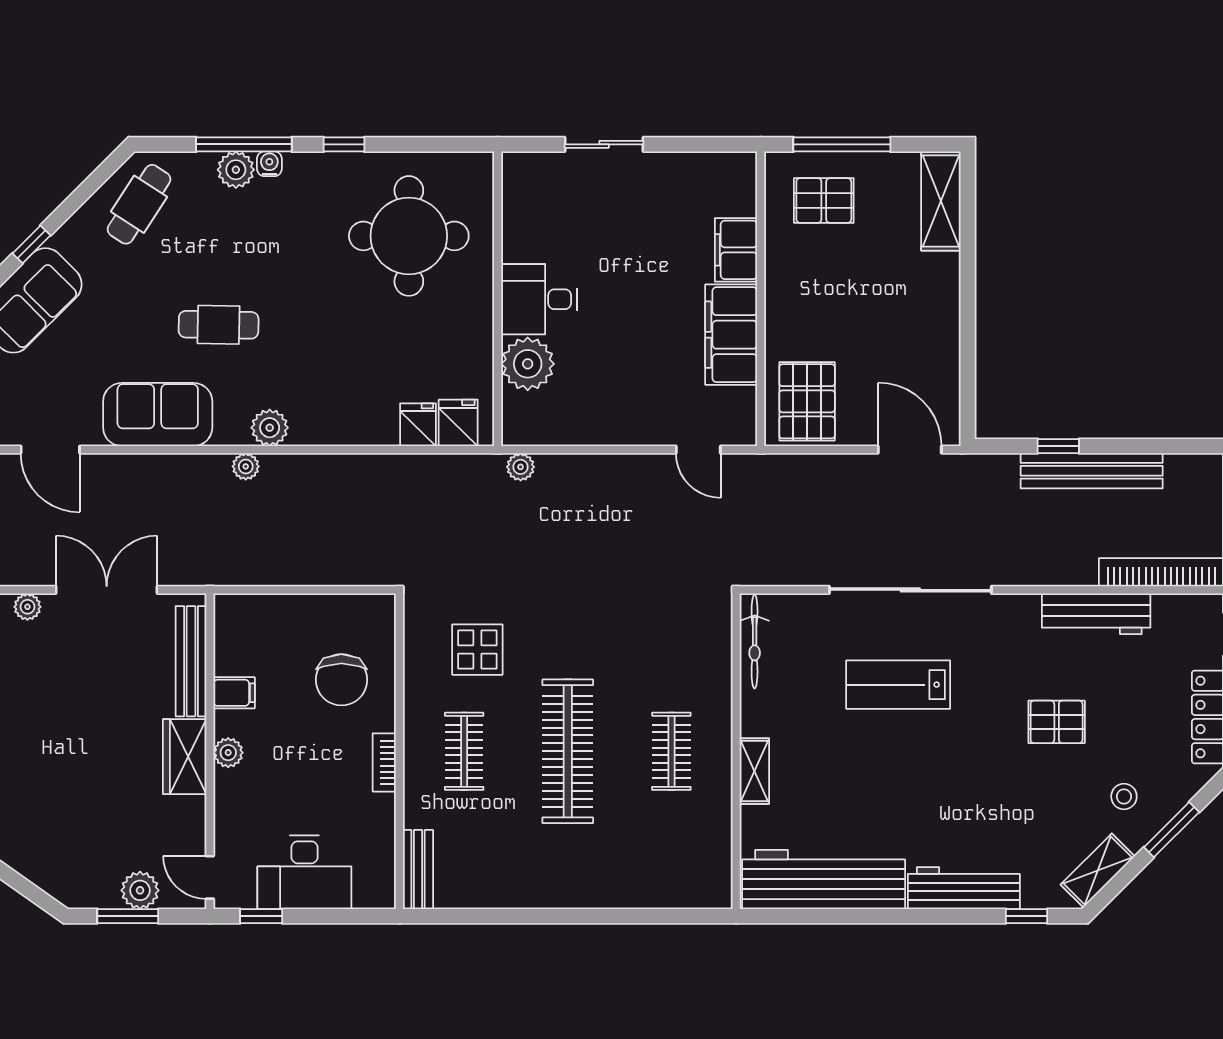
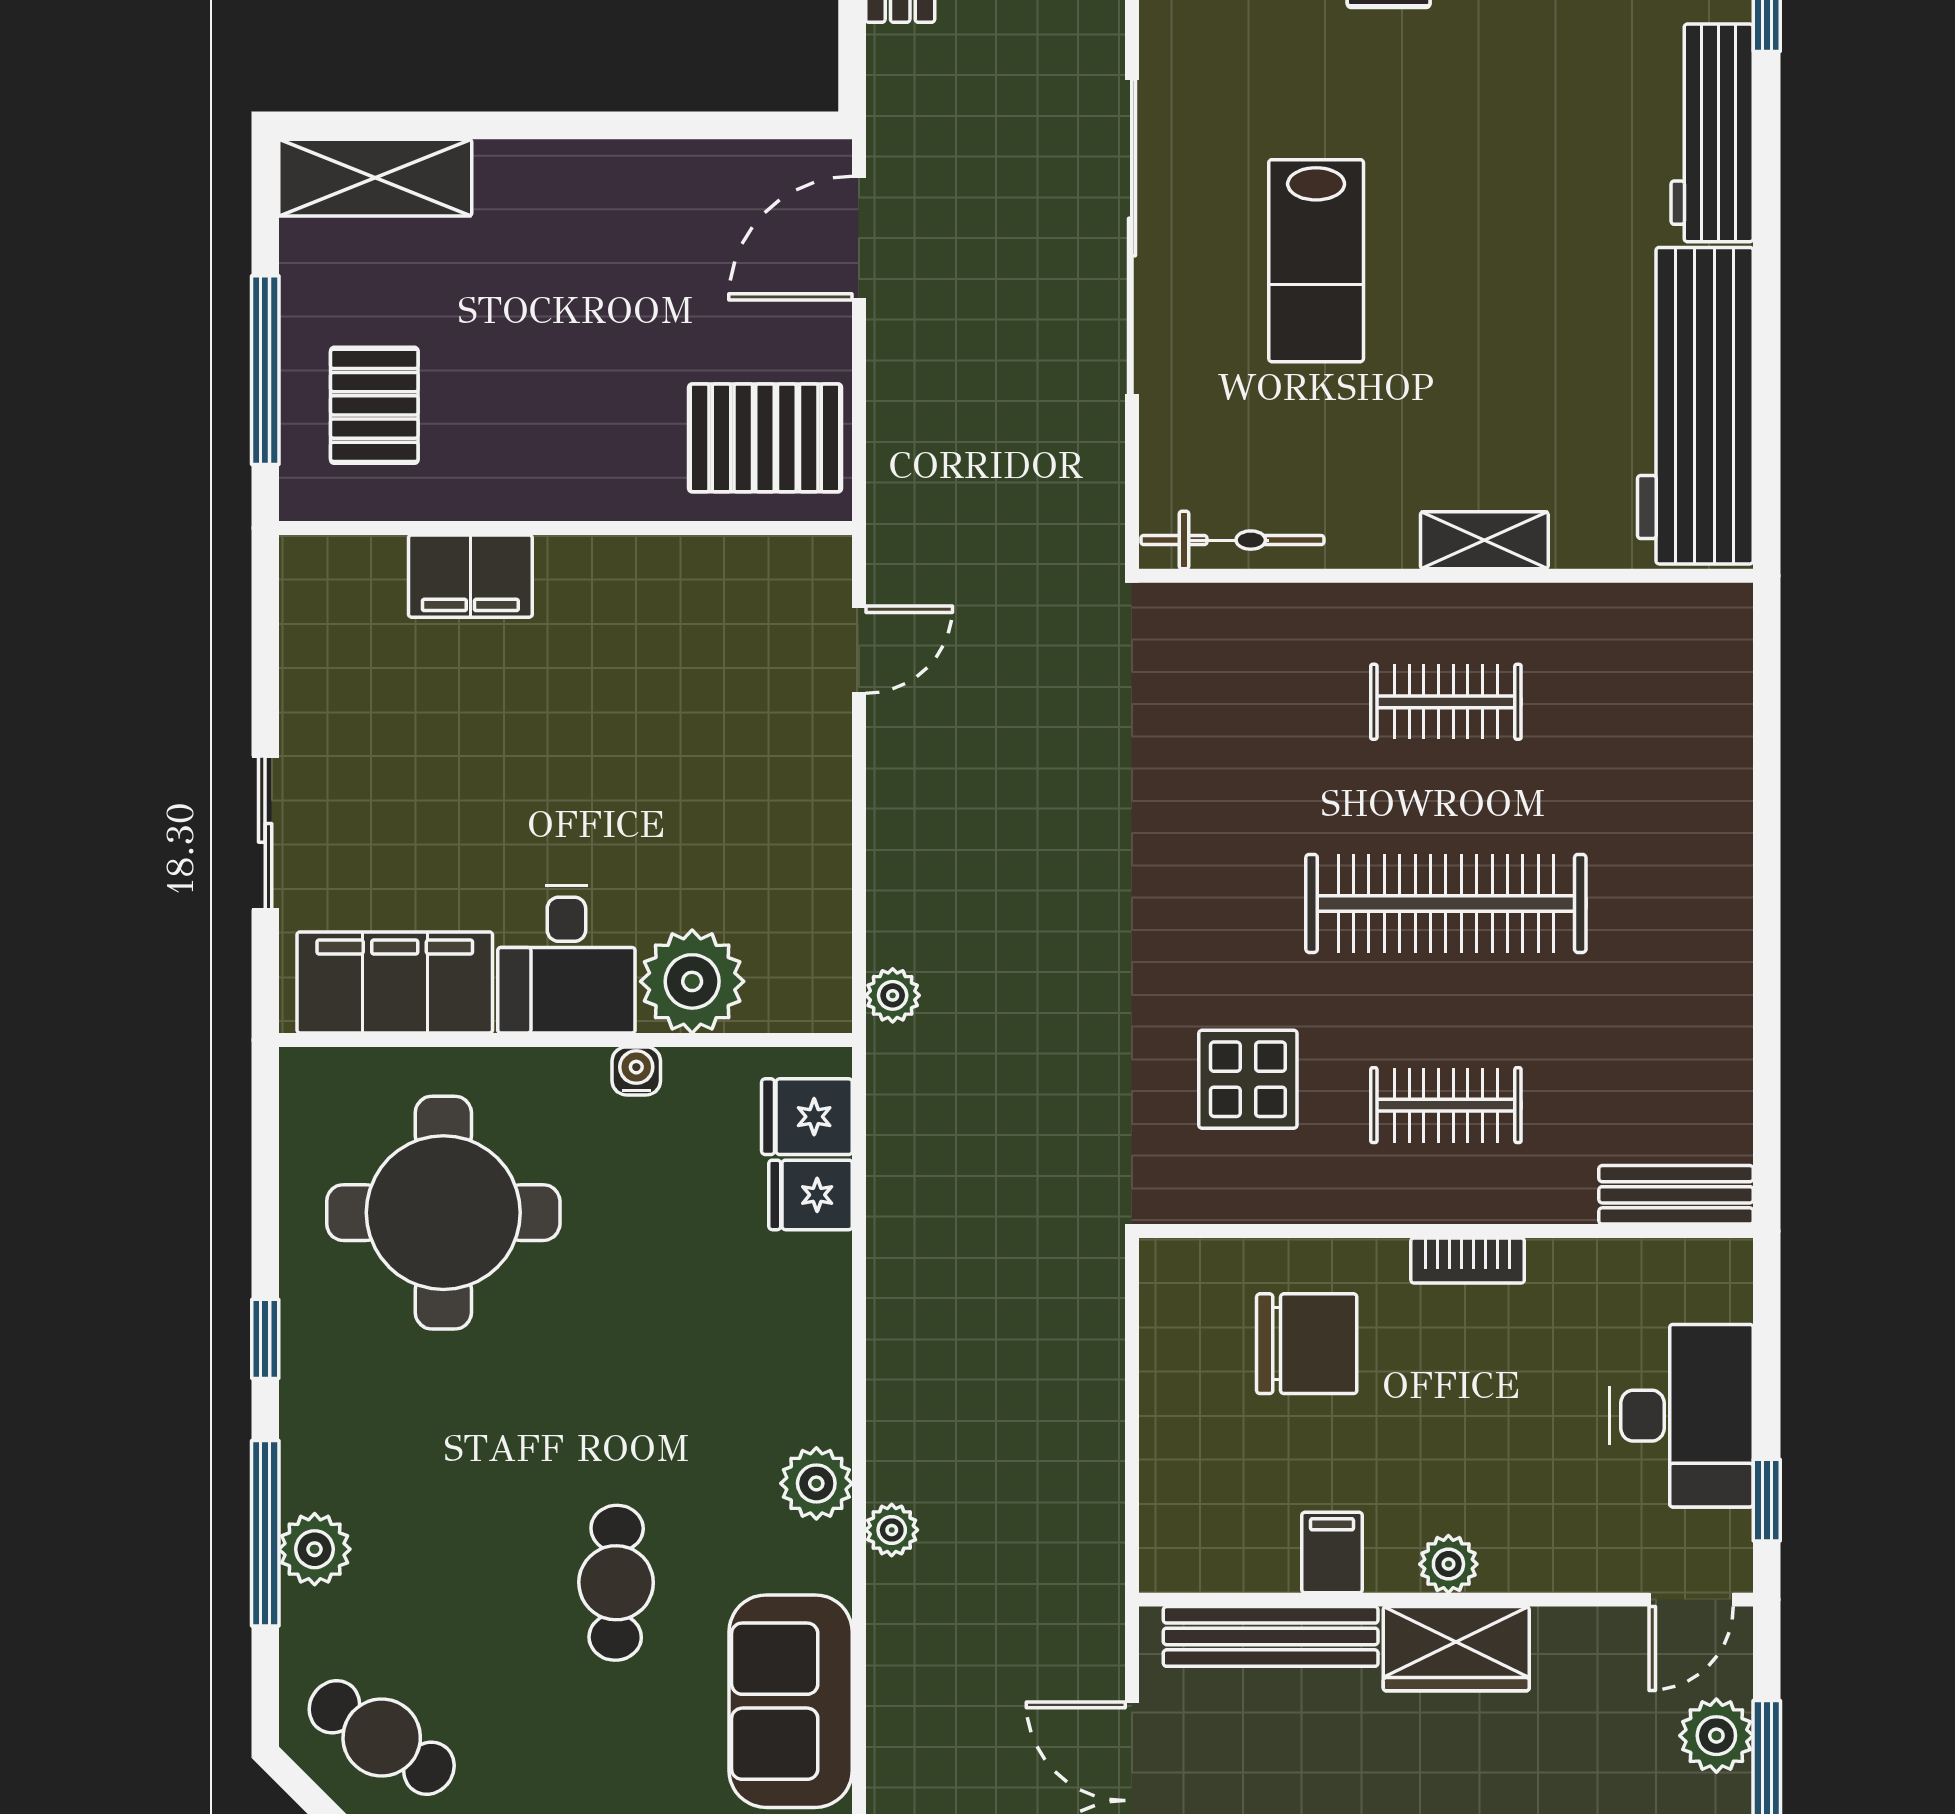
water cooler: (269, 164) -> (636, 1071), moved, turned 90
filing cabinet: (731, 335) -> (395, 982), moved, turned 180

